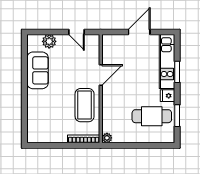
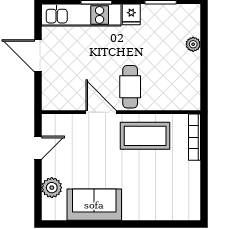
cafe table: (152, 116) -> (130, 87), moved, width x0.73, depth x0.74
plant: (107, 138) -> (193, 44), moved

